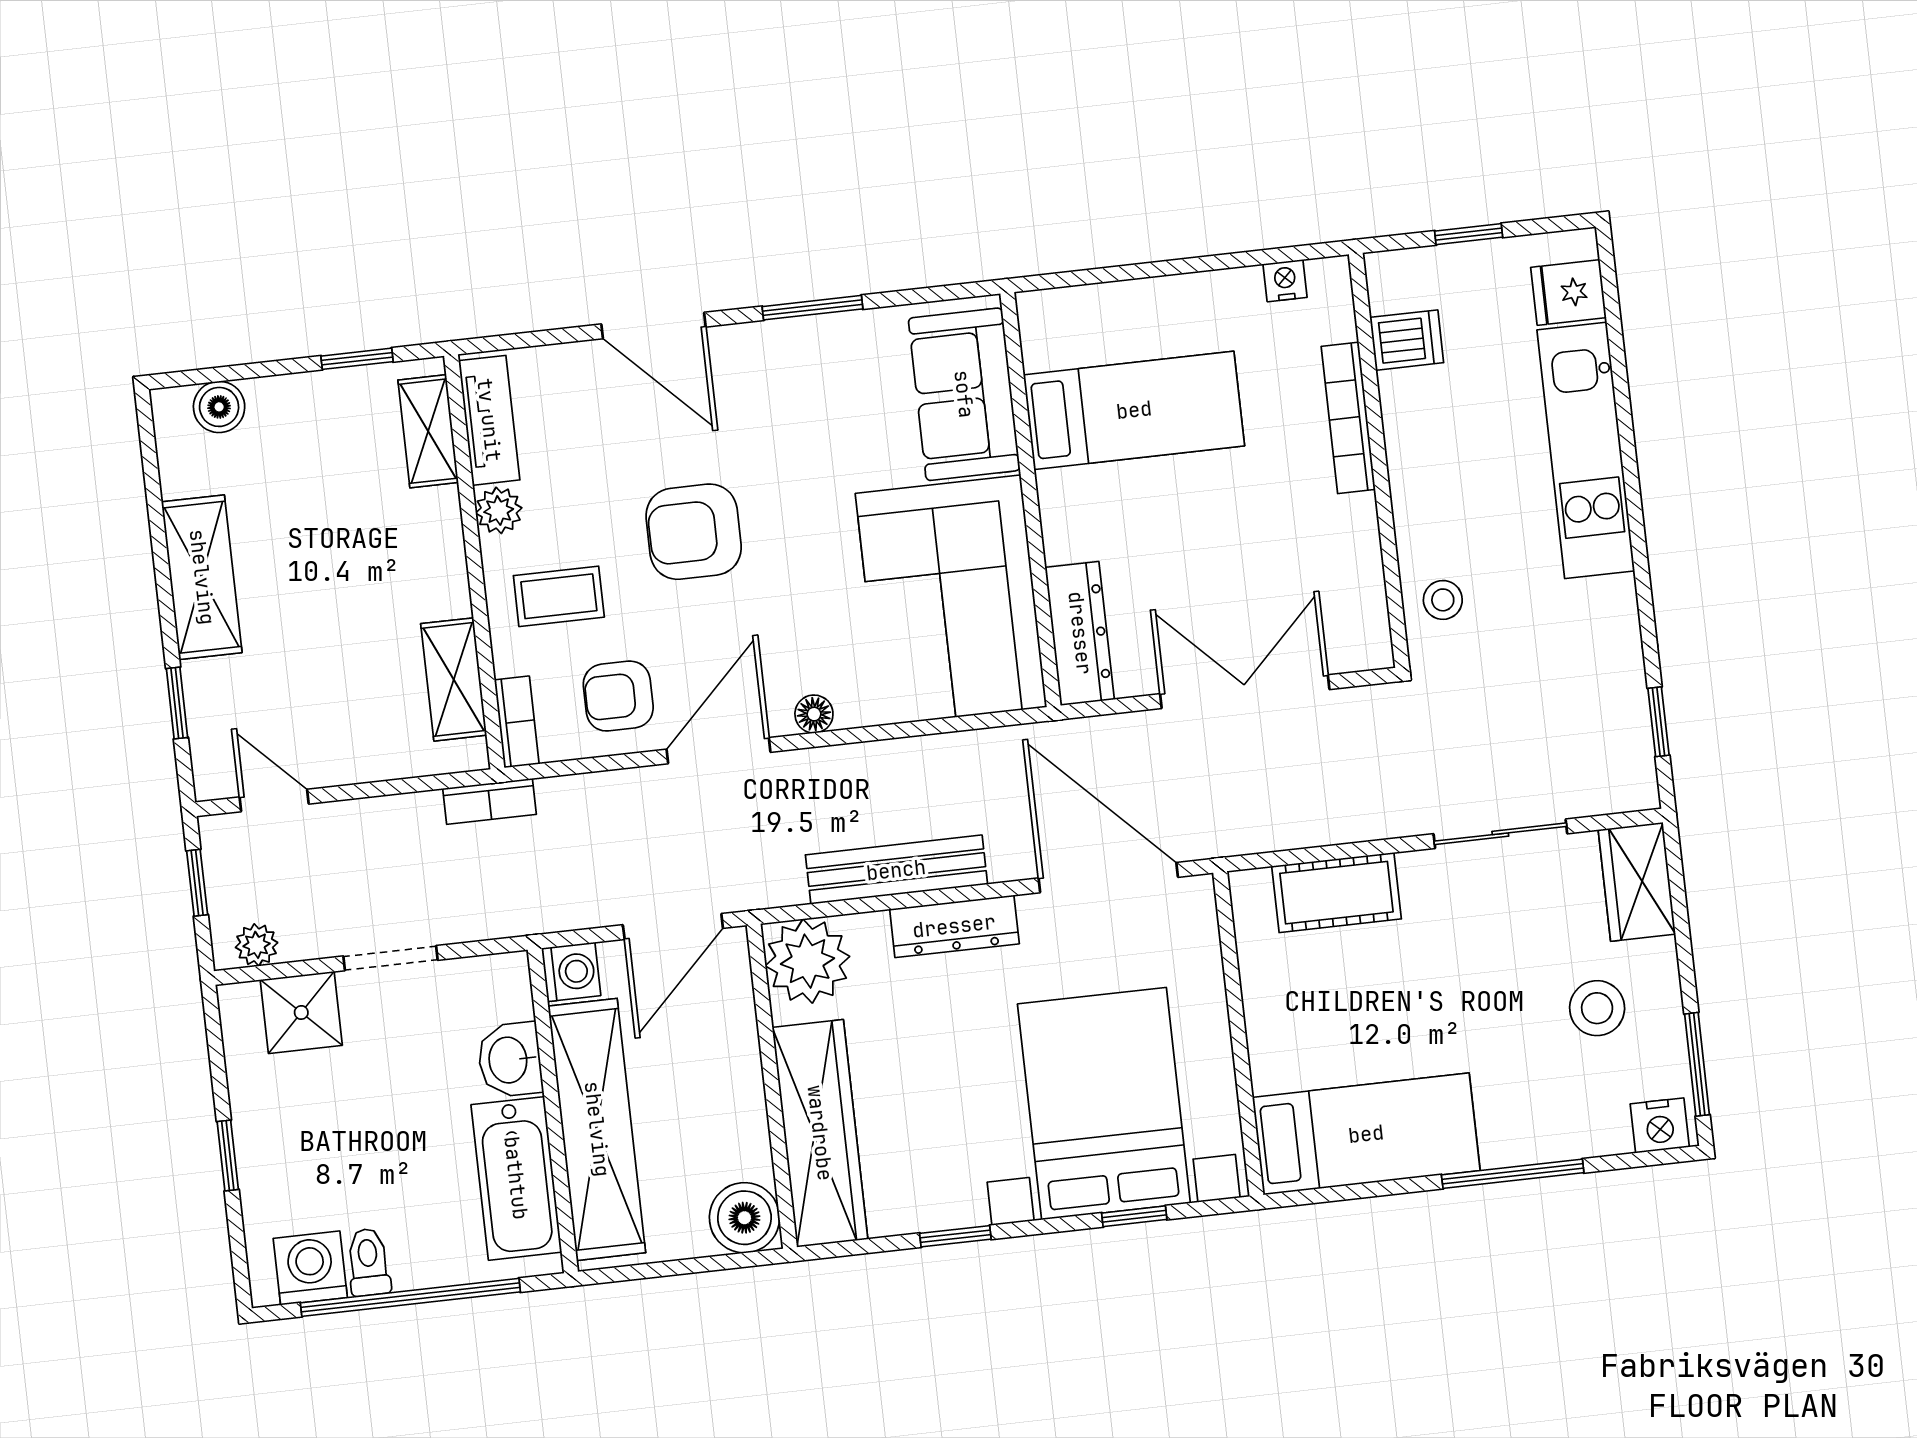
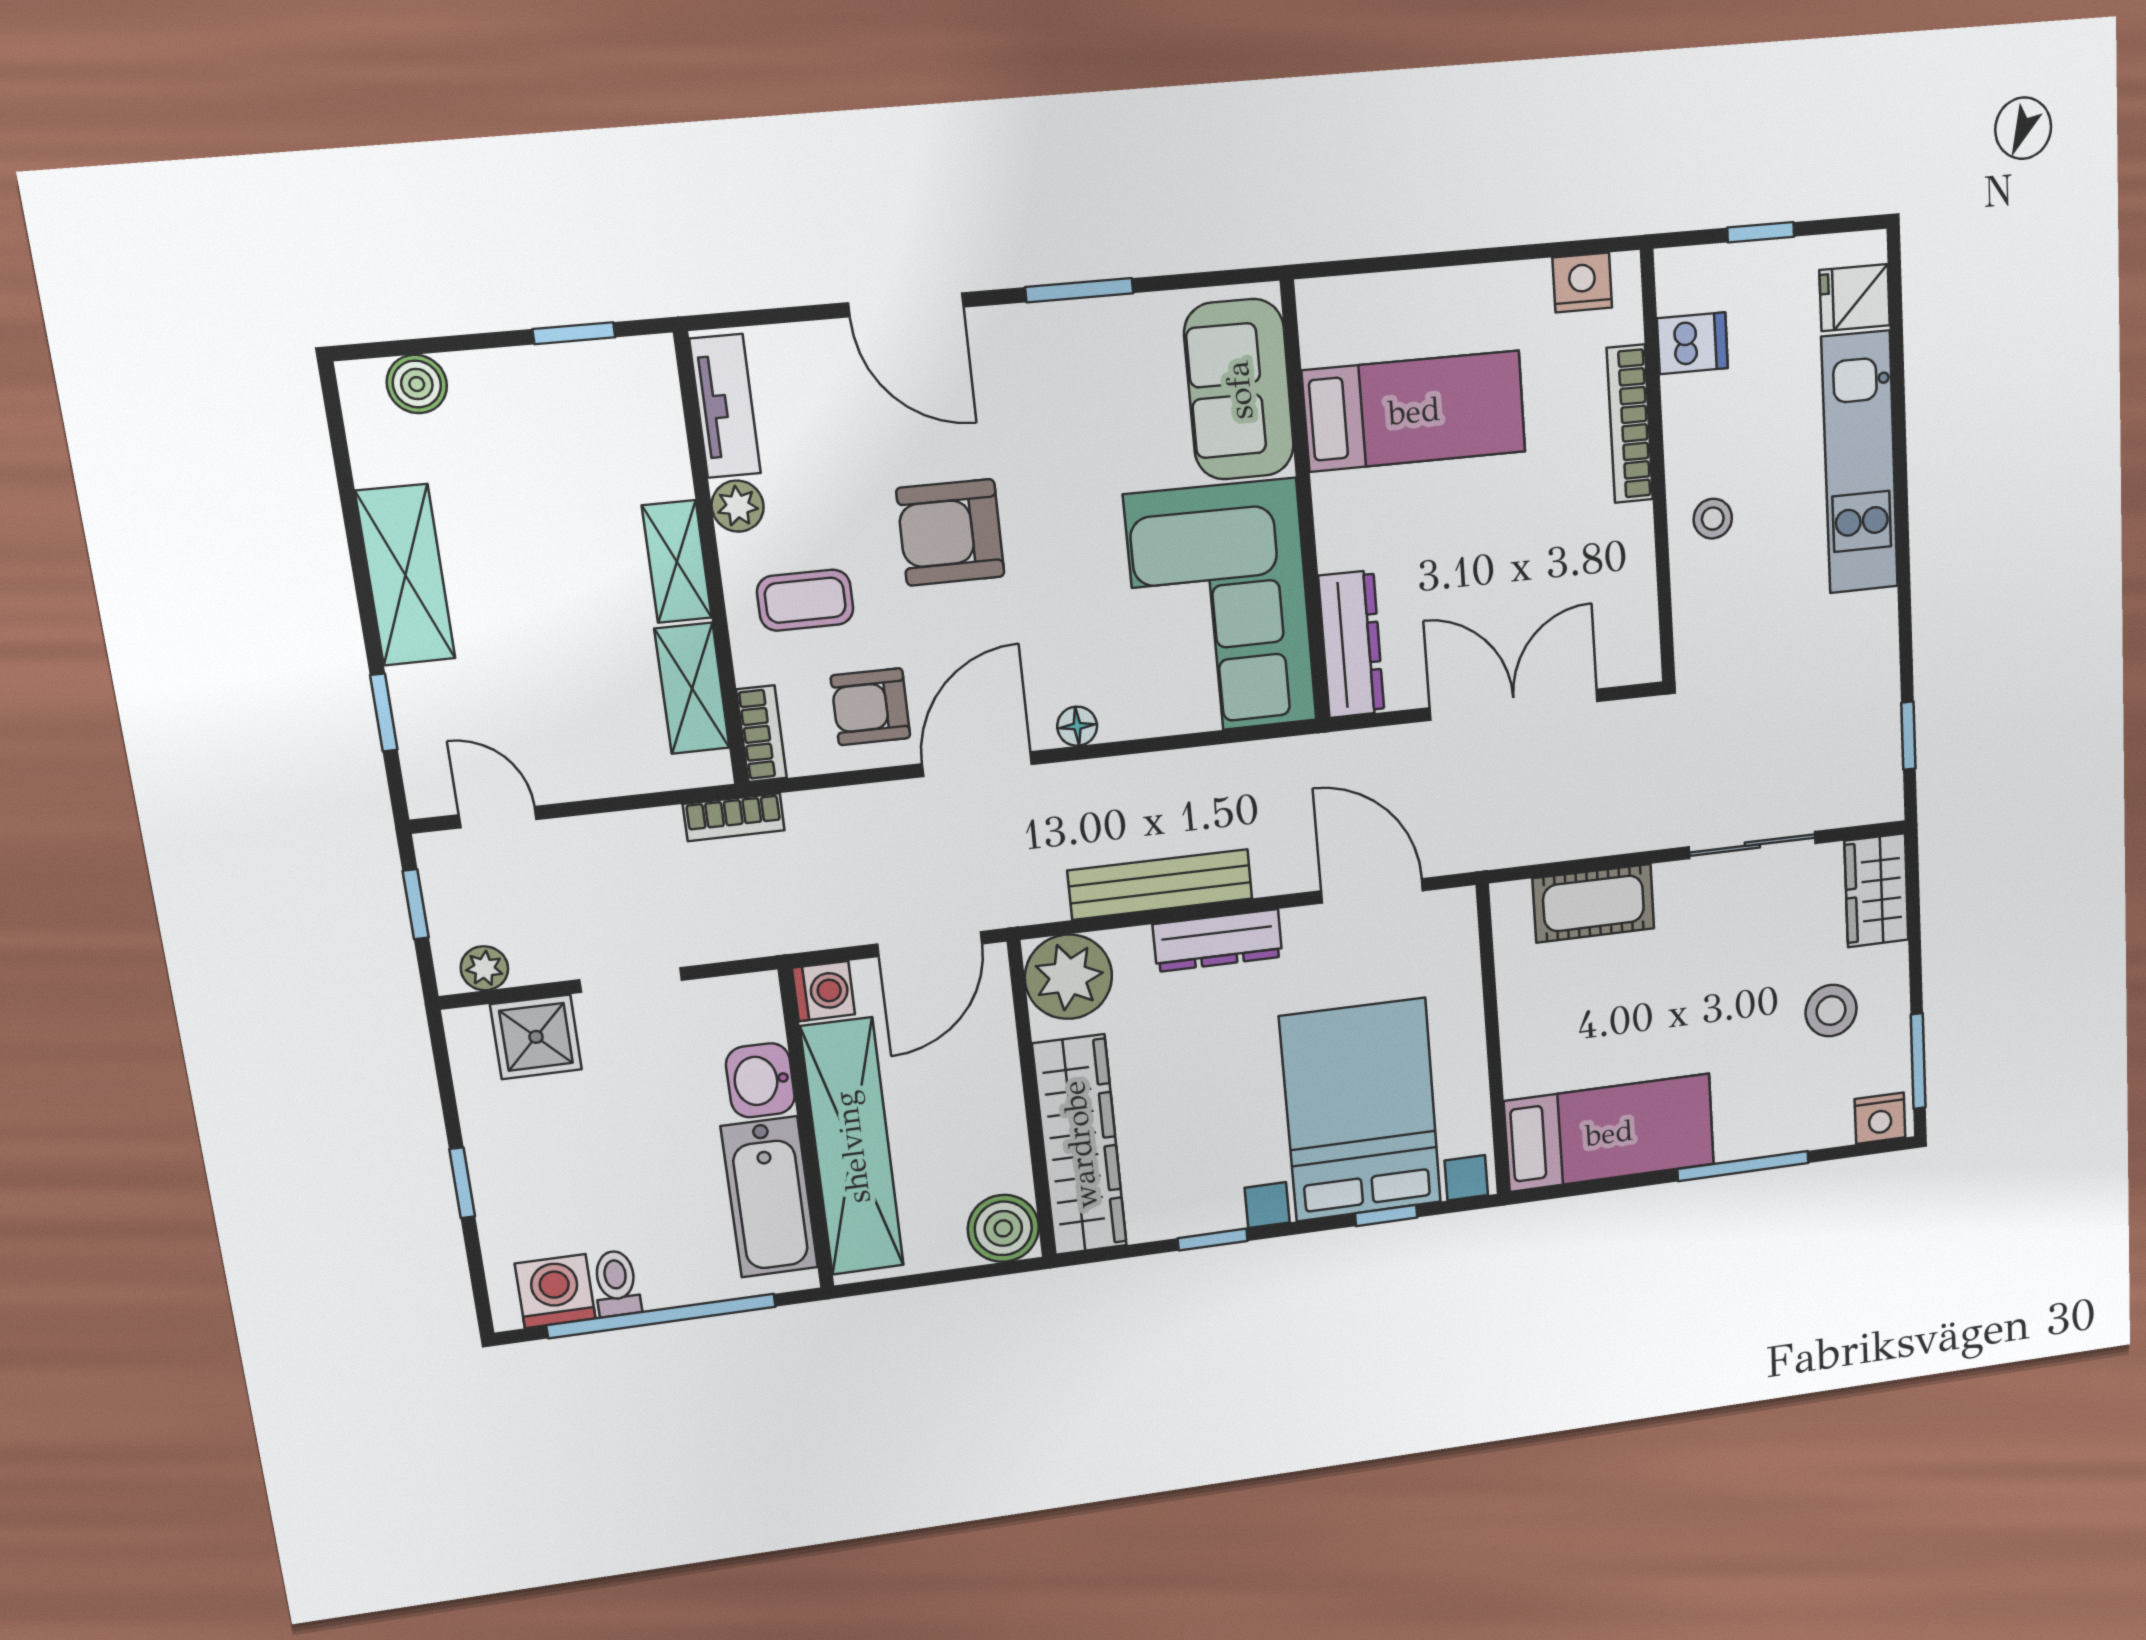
nightstand: (1285, 281) -> (1582, 283), width x1.39, depth x1.35
shelving: (428, 431) -> (677, 562), moved
stool: (1443, 600) -> (1713, 519), moved
door: (1108, 878) -> (1372, 891), width x0.73

